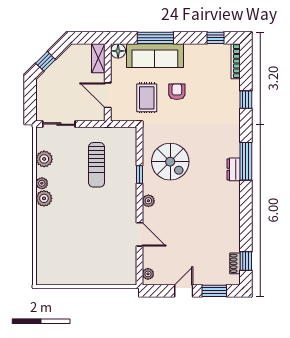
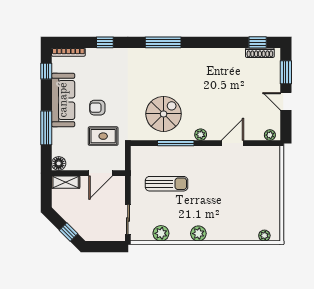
sofa: (155, 56) -> (63, 100), moved
dresser: (234, 169) -> (171, 54), removed
window: (139, 175) -> (176, 143), width x2.17
plant: (42, 183) -> (264, 236), moved
shoe rack: (235, 263) -> (260, 53), width x1.43

